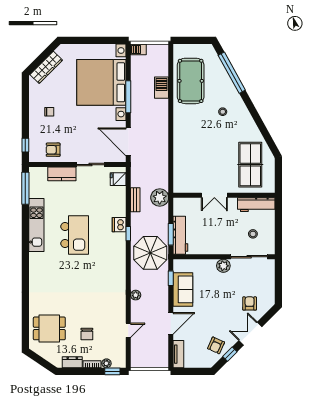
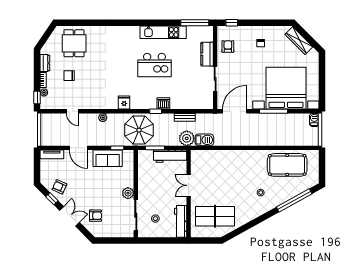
barbecue: (162, 88) -> (204, 140), moved
fridge: (118, 179) -> (124, 103), moved
workbench: (180, 235) -> (170, 156), moved

